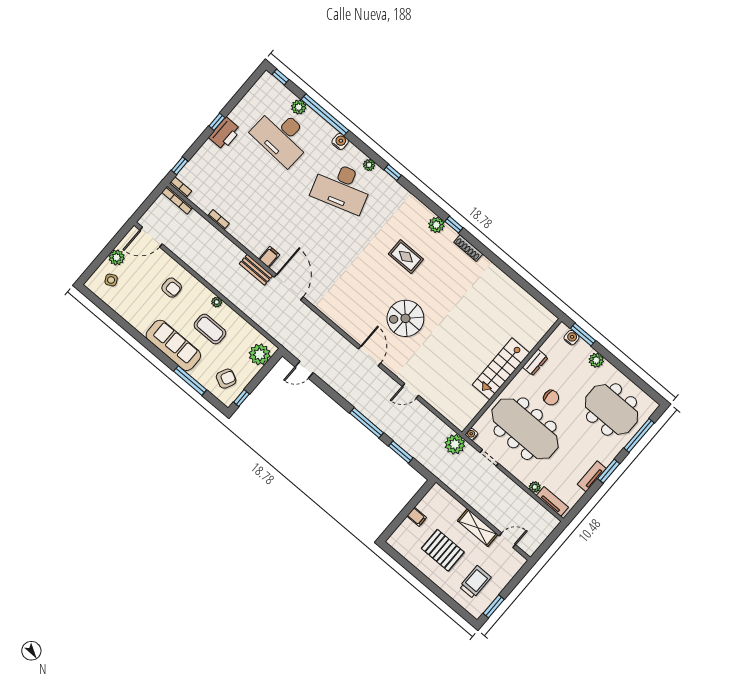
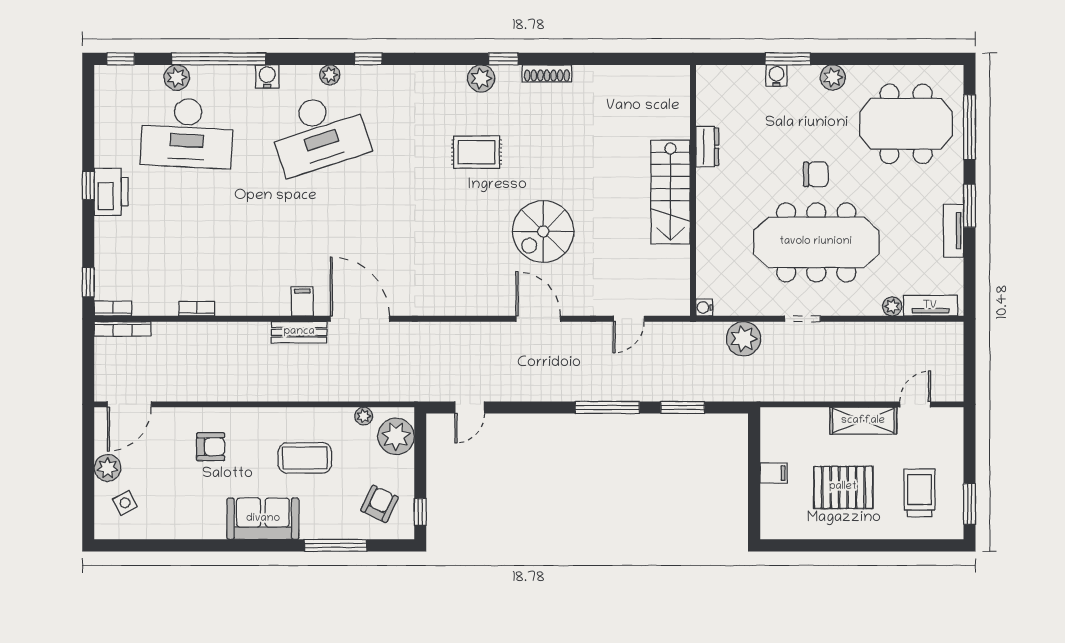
plant: (217, 302) -> (364, 416), moved
sofa: (173, 345) -> (263, 519), width x0.73
dresser: (535, 362) -> (707, 147), moved
stairs: (501, 369) -> (670, 192), moved
wall: (512, 377) -> (693, 190), moved
water cooler: (472, 434) -> (704, 308), moved

